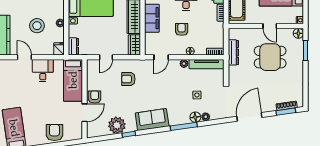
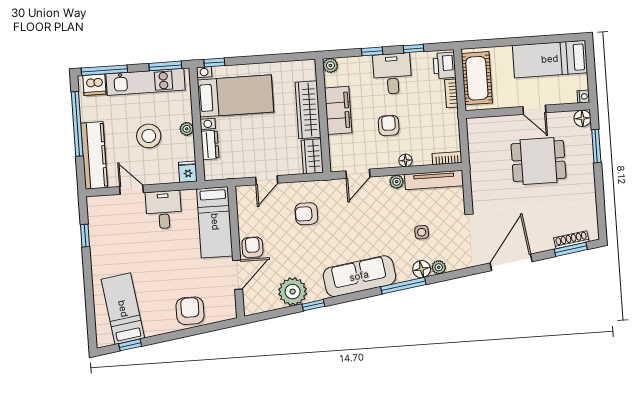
dresser: (73, 46) -> (210, 145), moved
dresser: (233, 52) -> (477, 158), removed
sofa: (152, 120) -> (359, 276), width x1.36

